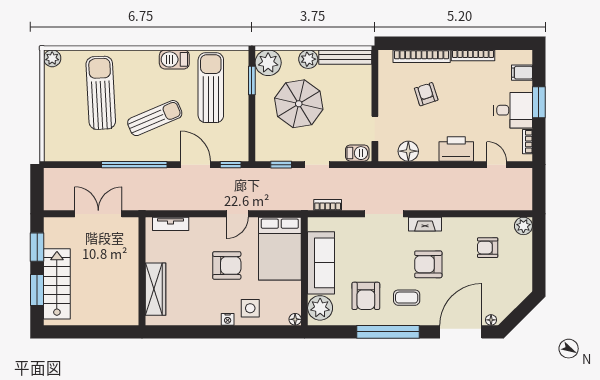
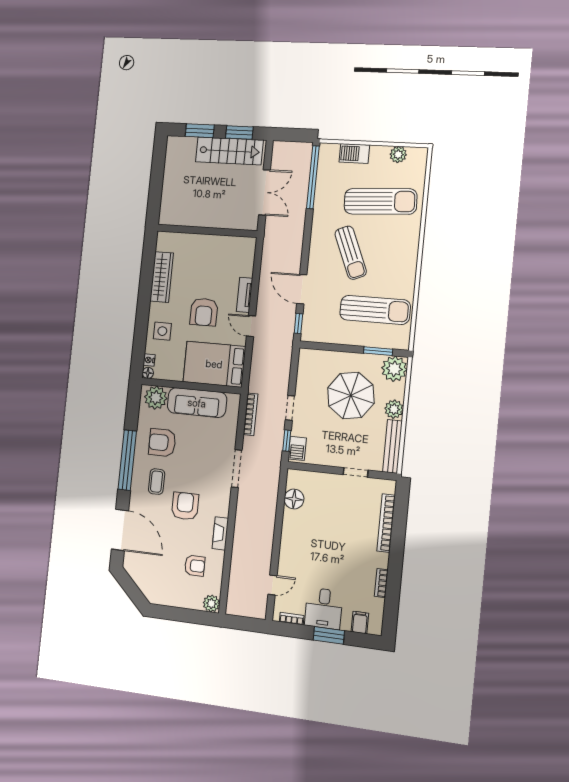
bookcase: (473, 55) -> (381, 583), width x0.64
plant: (52, 58) -> (398, 154), moved
barbecue: (174, 59) -> (354, 153), moved, turned -90
armchair: (426, 94) -> (348, 523), removed
doorway: (375, 129) -> (356, 472), moved
printer: (456, 149) -> (291, 547), removed
window: (134, 165) -> (313, 177), moved
door: (195, 165) -> (302, 289), swing flipped
window: (281, 165) -> (287, 441), moved
bookcase: (328, 205) -> (250, 414), width x1.56
tv unit: (171, 224) -> (245, 295), moved
fireplace: (425, 224) -> (220, 533), moved
armchair: (488, 248) -> (195, 566), turned 90
stairs: (57, 284) -> (229, 151), moved
wardrobe: (155, 289) -> (162, 277), moved, turned -90
nightstand: (228, 319) -> (149, 360), moved
floor lamp: (491, 320) -> (128, 560), removed

